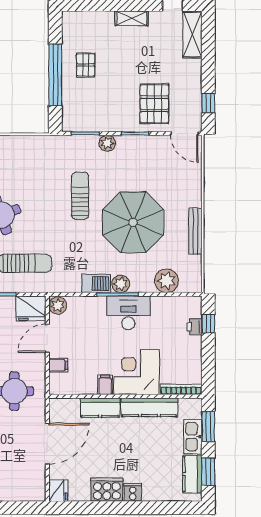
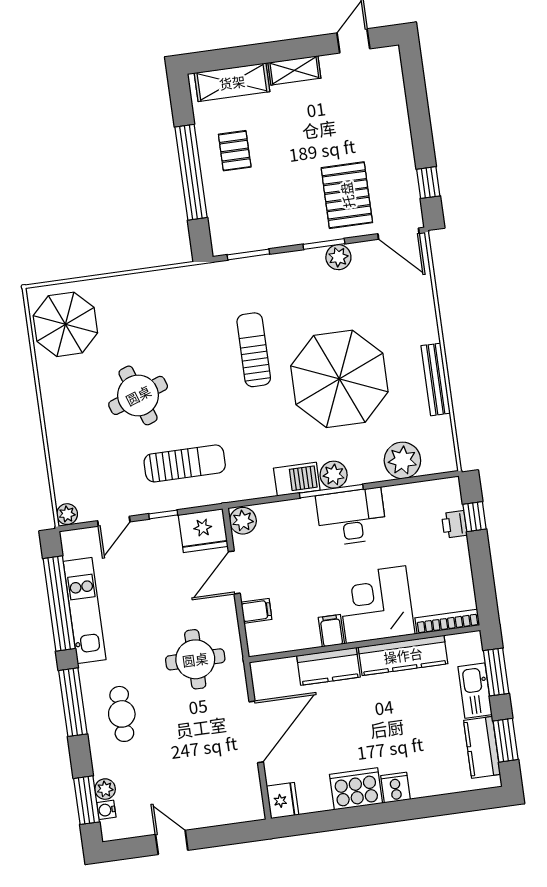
shelving: (192, 35) -> (232, 82), moved, turned 90
plant: (107, 143) -> (338, 257), moved

